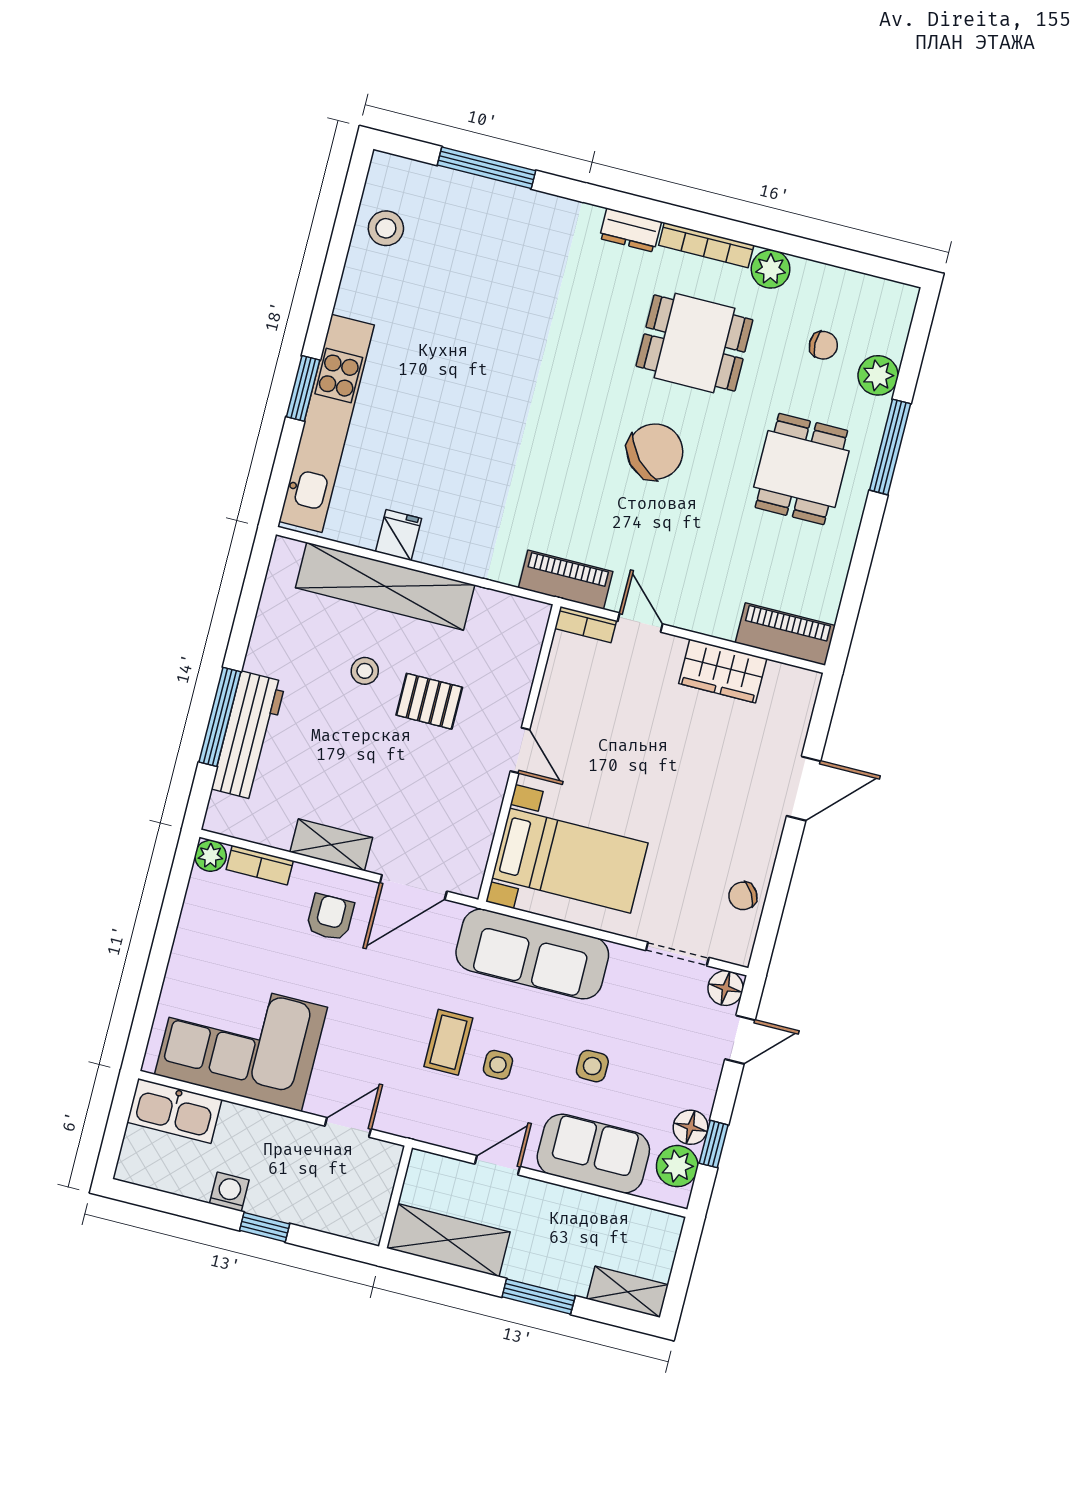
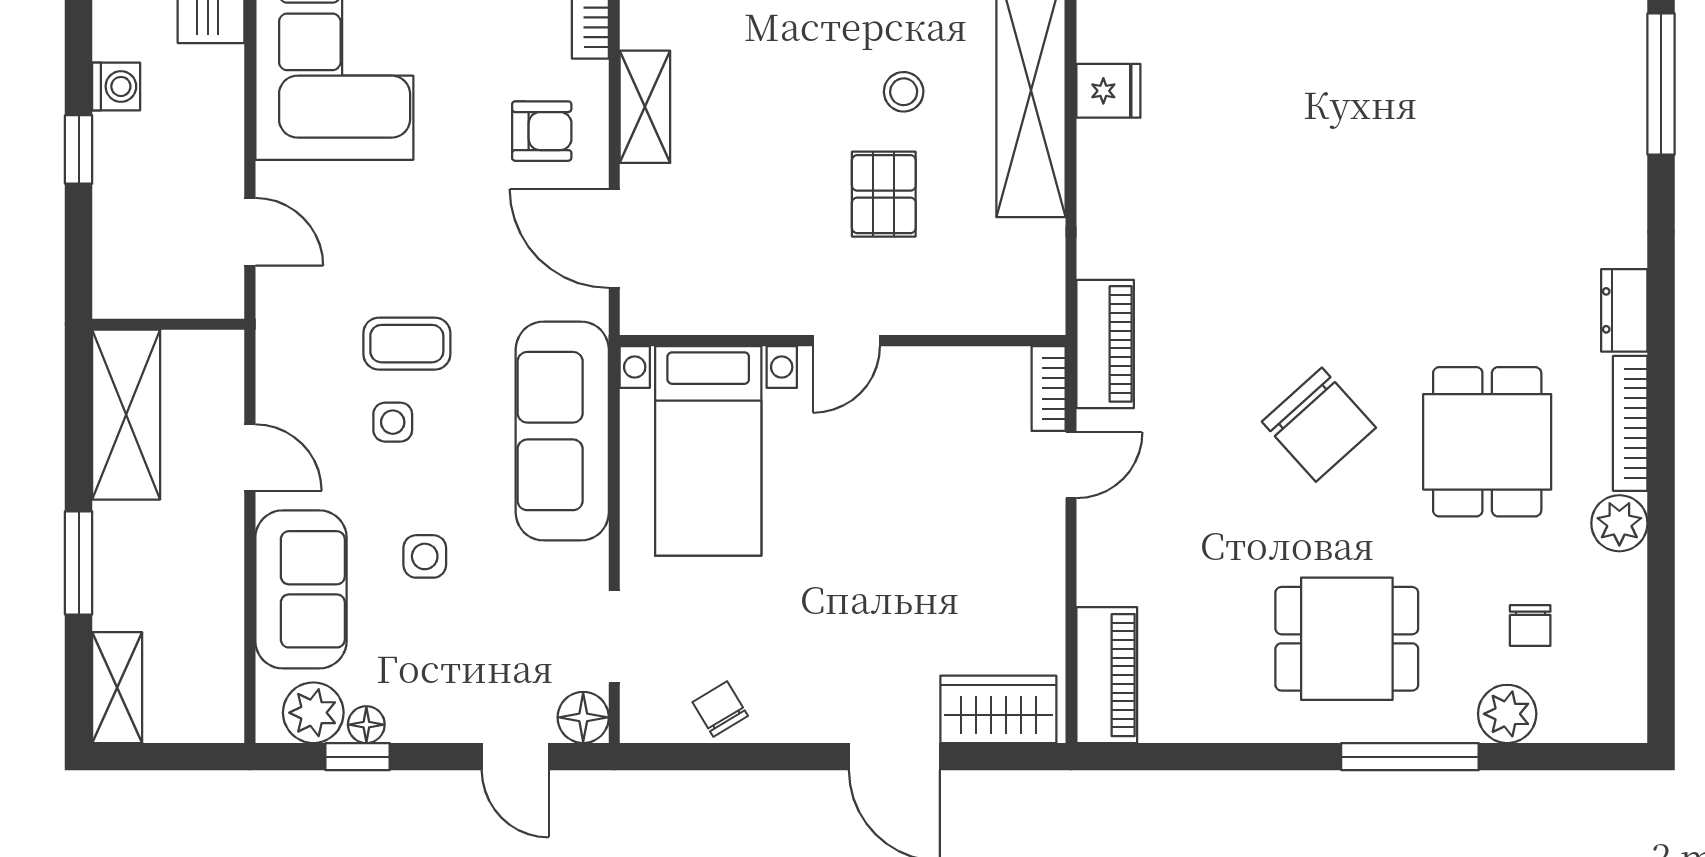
wardrobe: (723, 671) -> (998, 709), moved, turned 90
floor lamp: (691, 1127) -> (366, 725), width x0.73, depth x0.73

